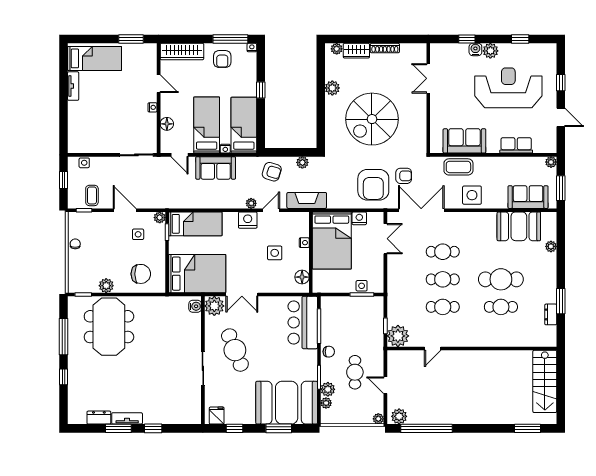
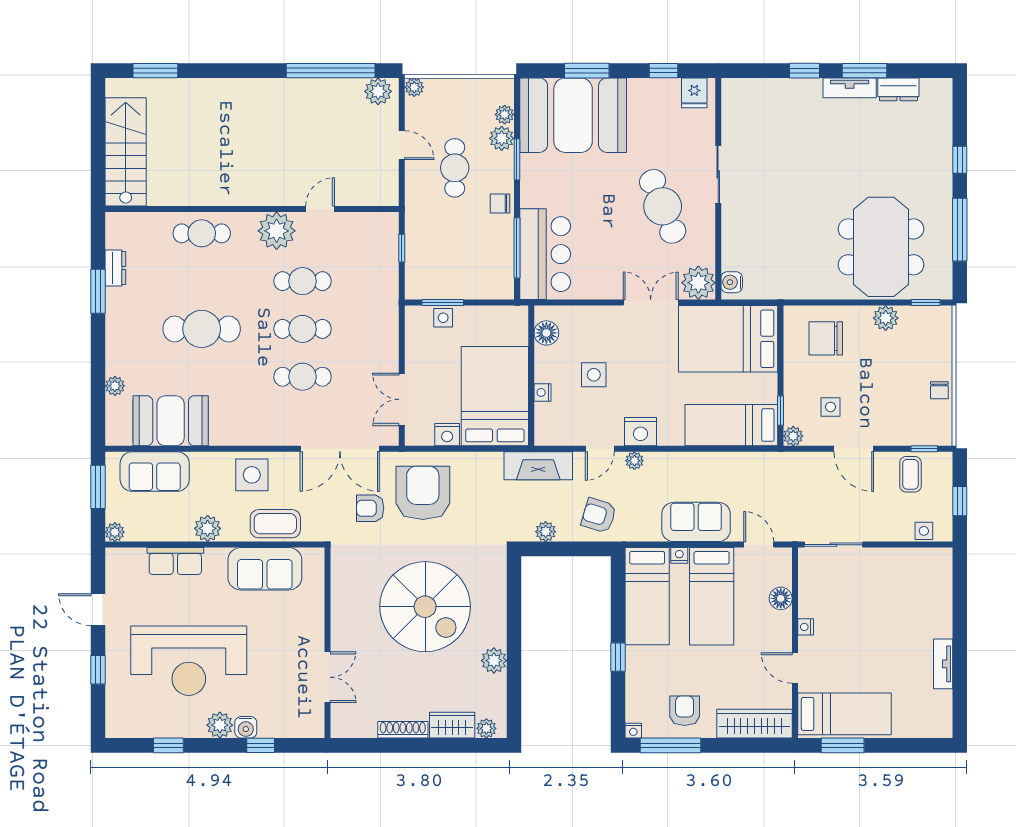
bed: (95, 58) -> (844, 714), moved, turned 180
spiral stairs: (372, 119) -> (425, 607), turned 90
plant: (498, 164) -> (208, 528), added
cafe table: (501, 307) -> (202, 233), moved
plant: (398, 336) -> (277, 231), moved

